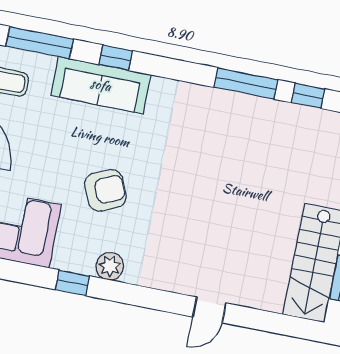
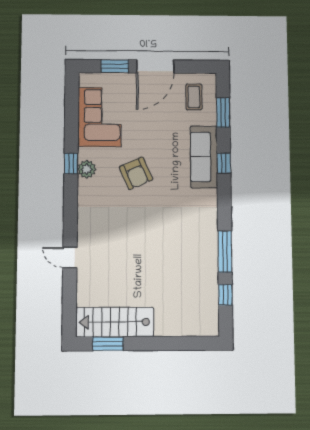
window: (40, 43) -> (223, 112), width x0.69
plant: (110, 266) -> (87, 169), moved

